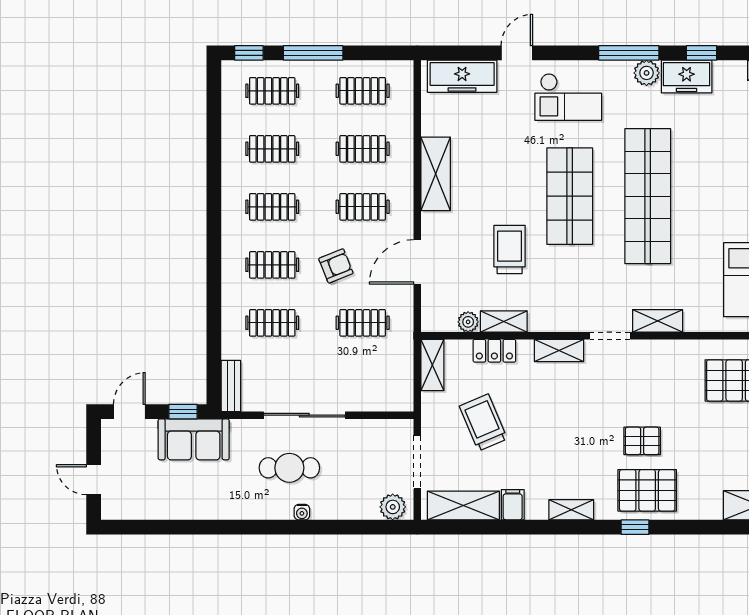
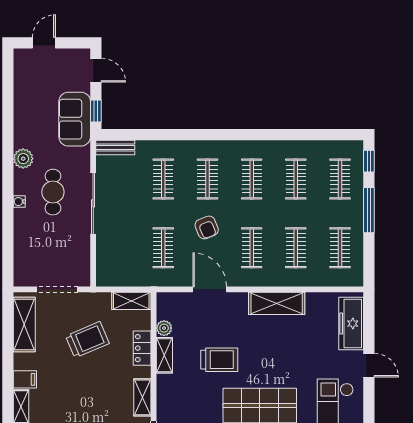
filing cabinet: (513, 505) -> (25, 379), moved
plant: (393, 507) -> (23, 159), moved

